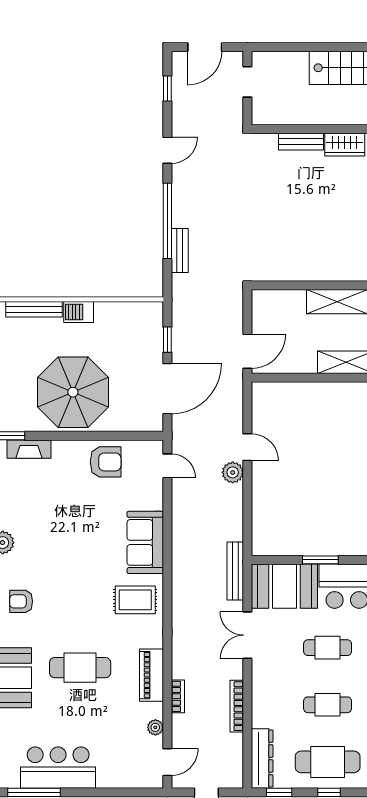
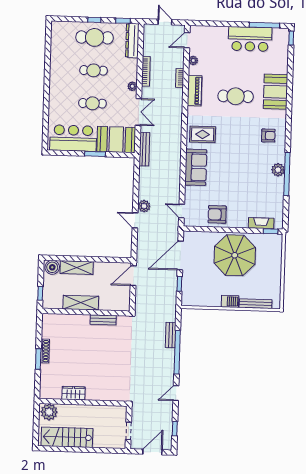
bench: (301, 142) -> (103, 320), moved
plant: (259, 679) -> (132, 86), added

